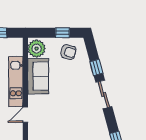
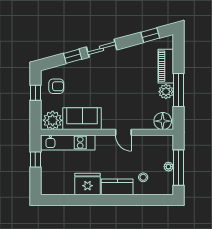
armchair: (68, 52) -> (56, 86), turned 75
kitchen unit: (16, 82) -> (68, 143), moved

